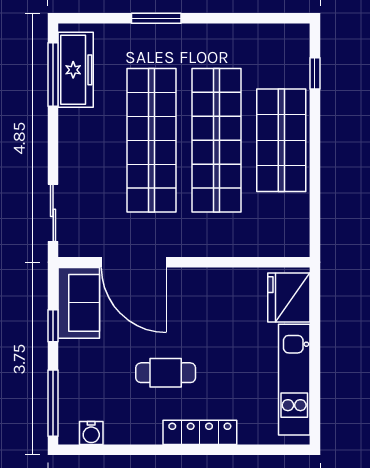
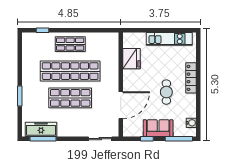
shop shelf: (152, 140) -> (70, 98), width x0.71
shop shelf: (281, 140) -> (70, 44), width x0.70, depth x0.74
fridge: (289, 297) -> (131, 59), moved, turned -90
sofa: (79, 303) -> (158, 128), moved

